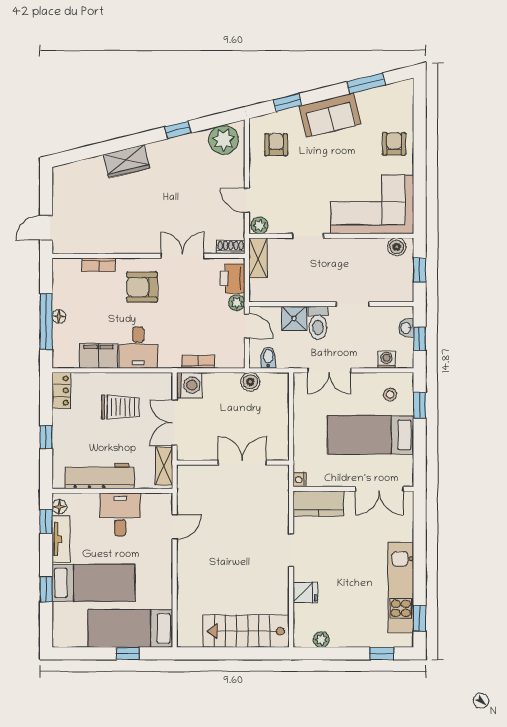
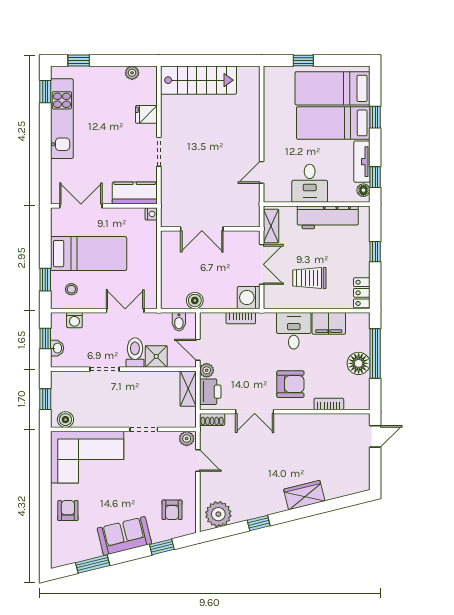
armchair: (394, 144) -> (68, 511), turned 180
shelving: (258, 258) -> (188, 389), moved
floor lamp: (59, 316) -> (359, 363), width x1.89, depth x1.89
bed: (130, 628) -> (332, 88), moved, turned 180

